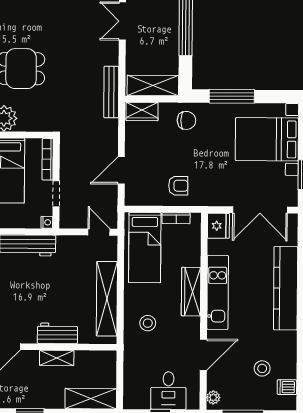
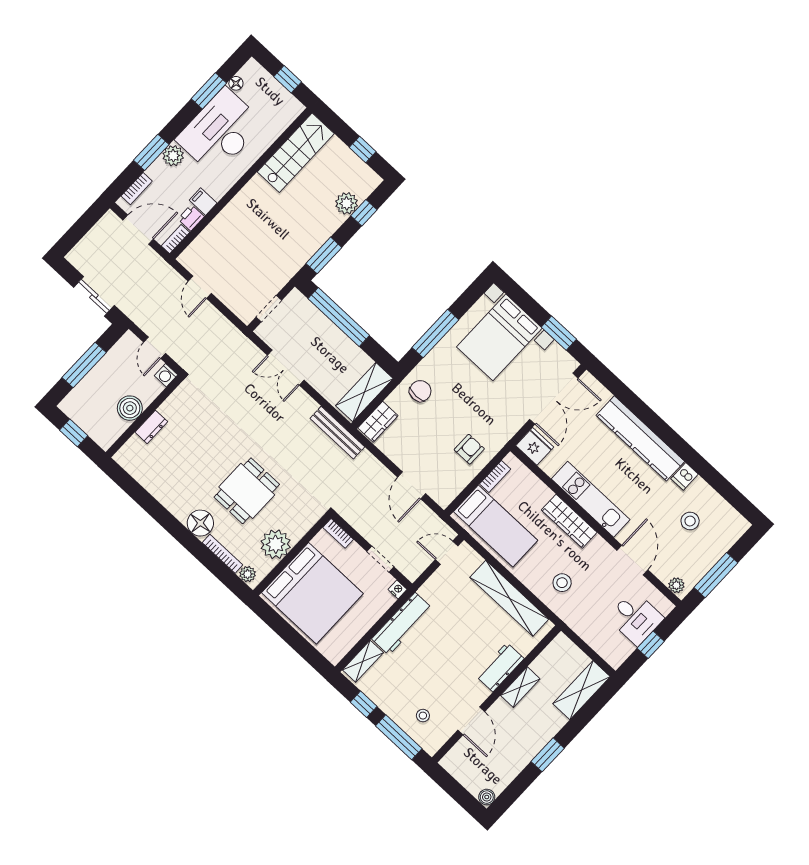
bookcase: (48, 159) -> (338, 533), width x0.64
dishwasher: (287, 387) -> (685, 476), moved

